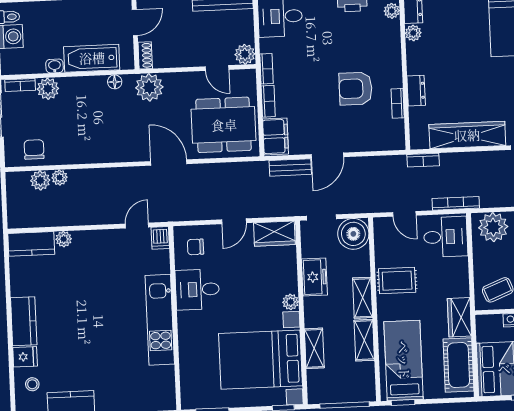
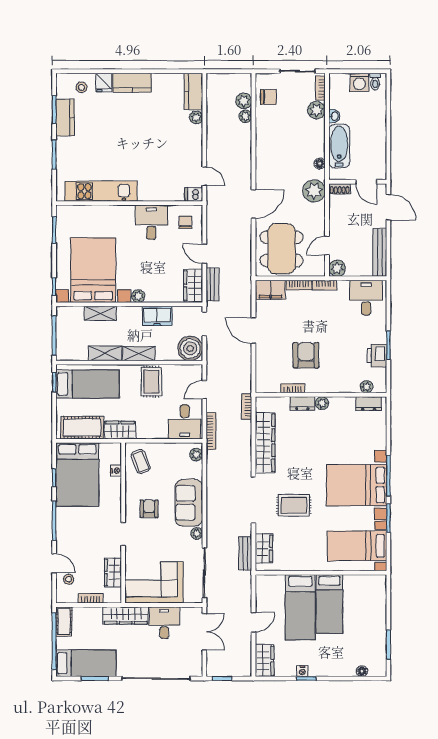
plant: (413, 33) -> (322, 403), moved
bench: (290, 167) -> (213, 285), moved
plant: (493, 227) -> (196, 455), width x0.53, depth x0.53
kitchen unit: (160, 320) -> (101, 191), moved

